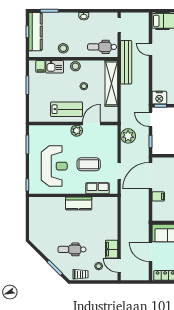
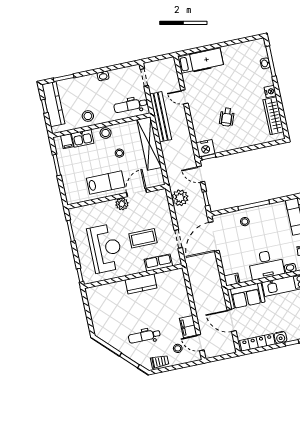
filing cabinet: (158, 196) -> (232, 280), moved

